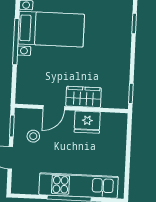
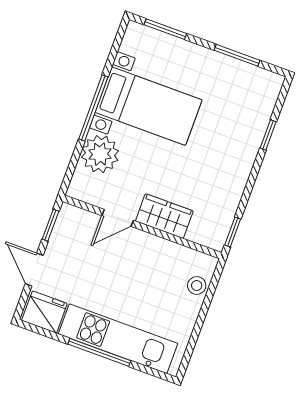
plant: (29, 70) -> (100, 154), added
fridge: (87, 122) -> (44, 312), moved, turned 180
stool: (33, 136) -> (197, 286), moved

